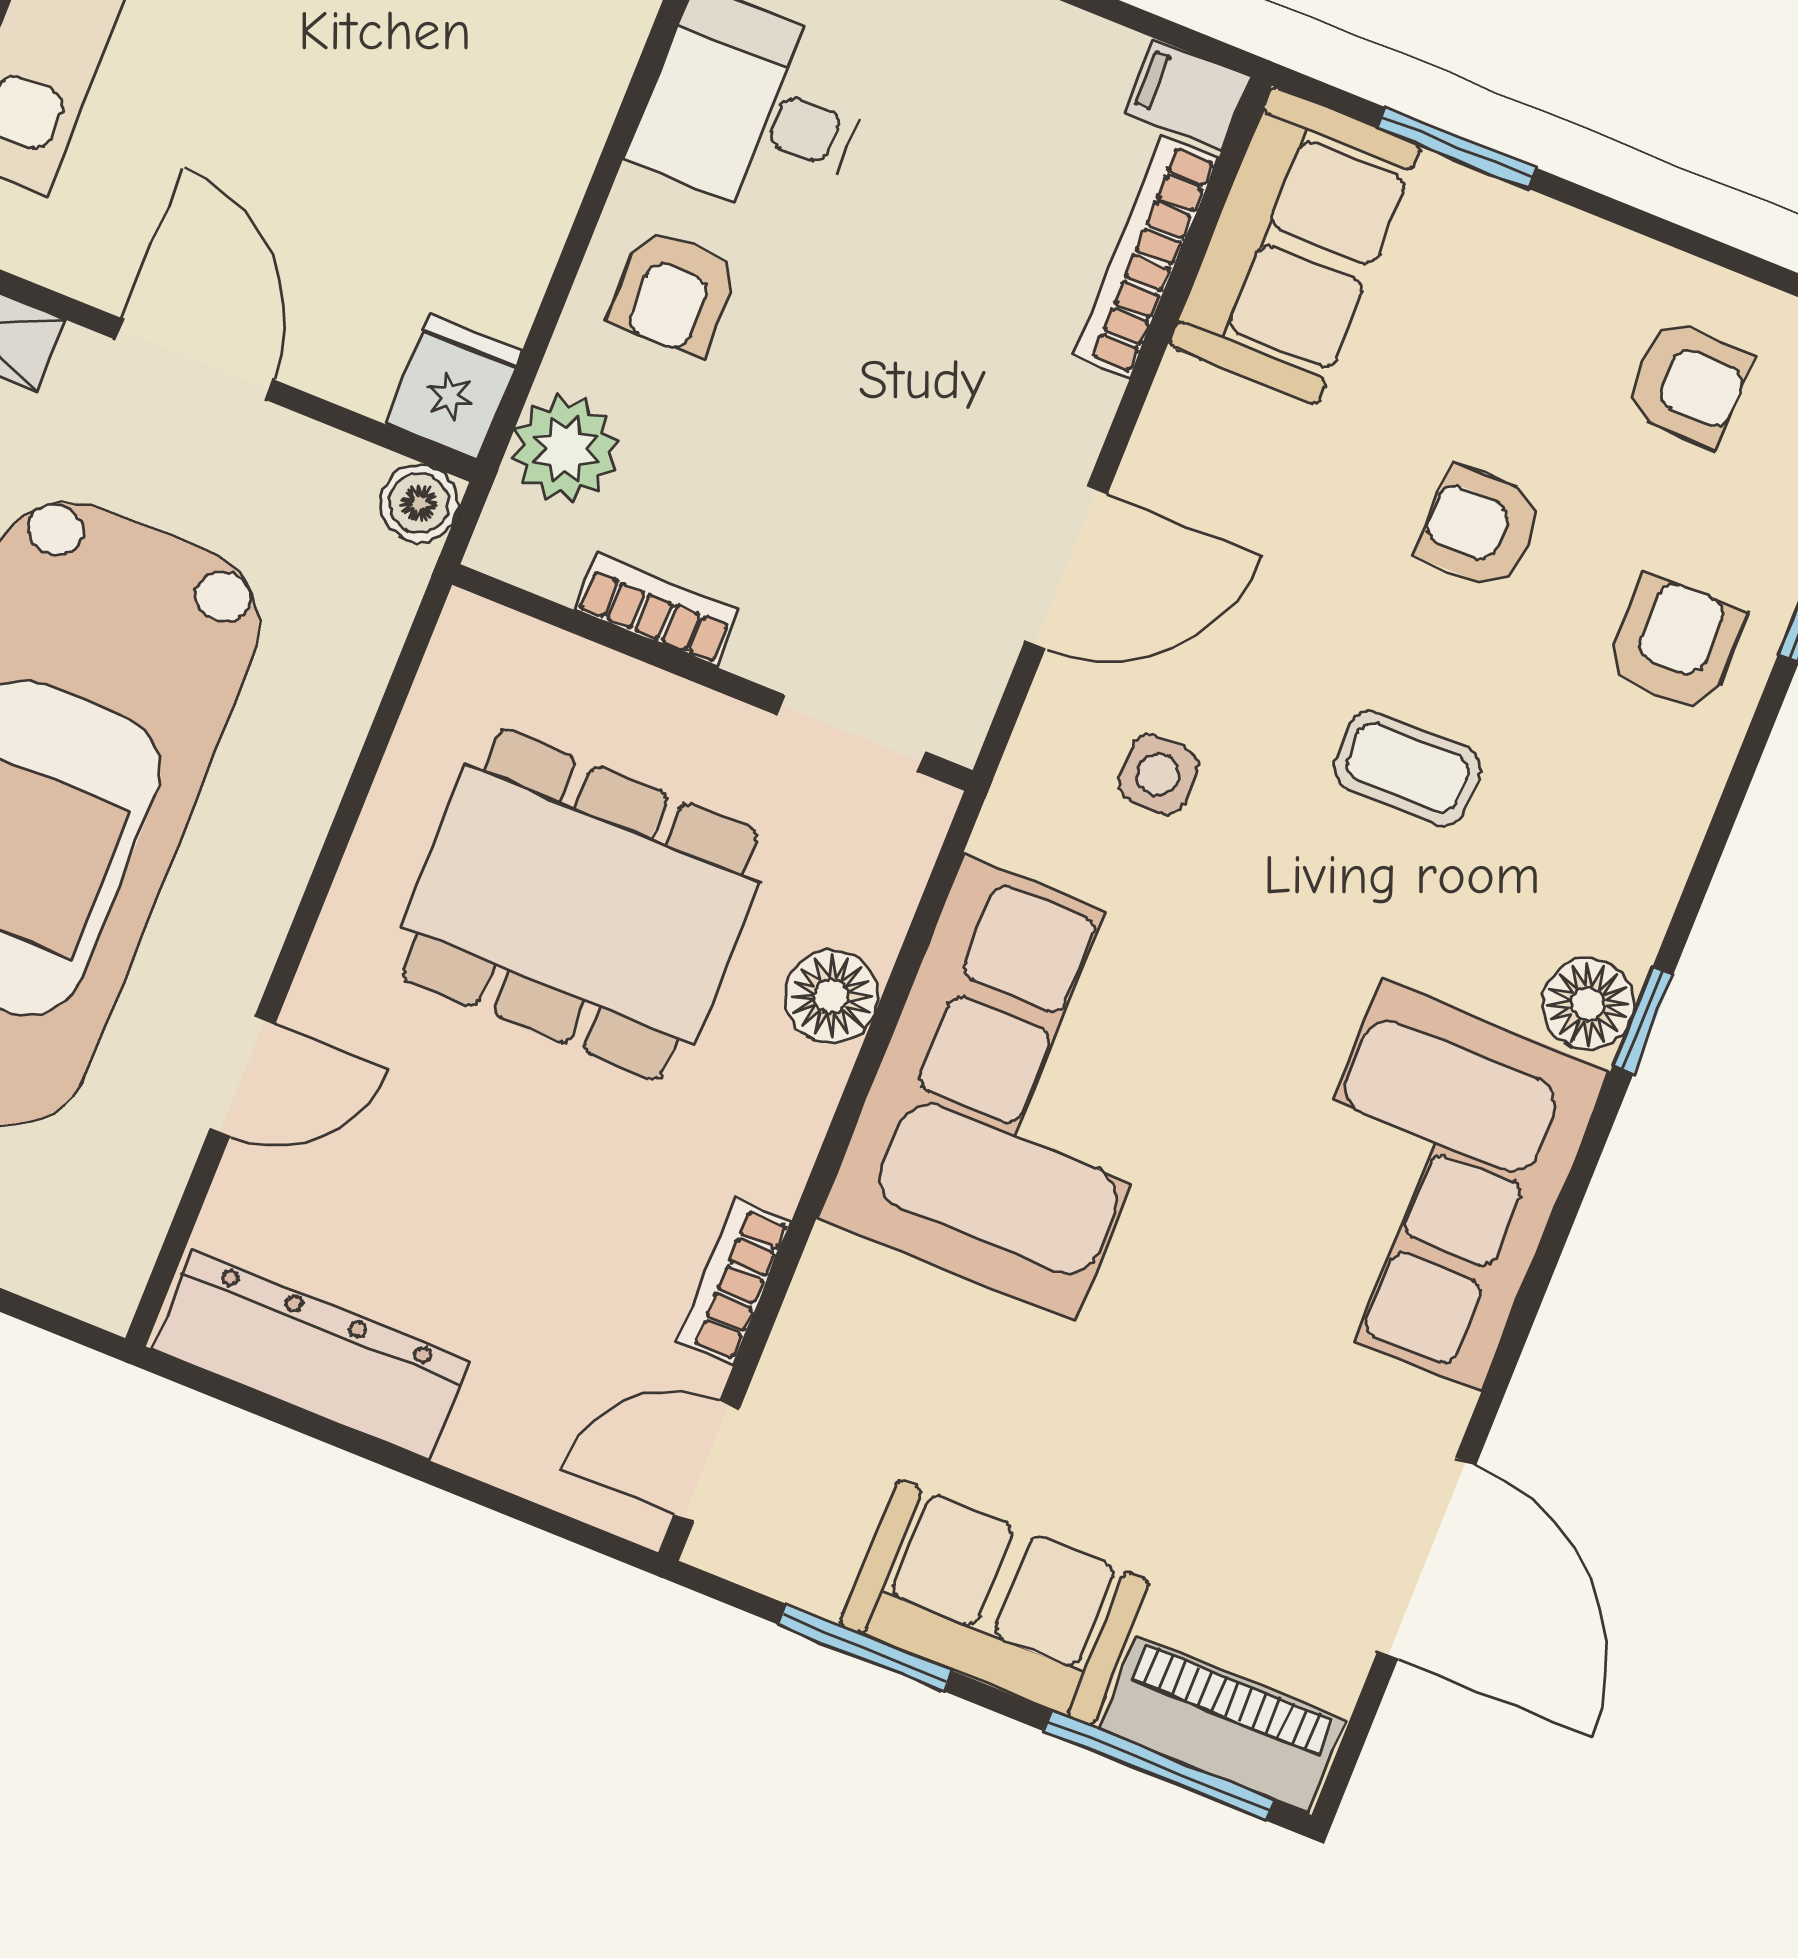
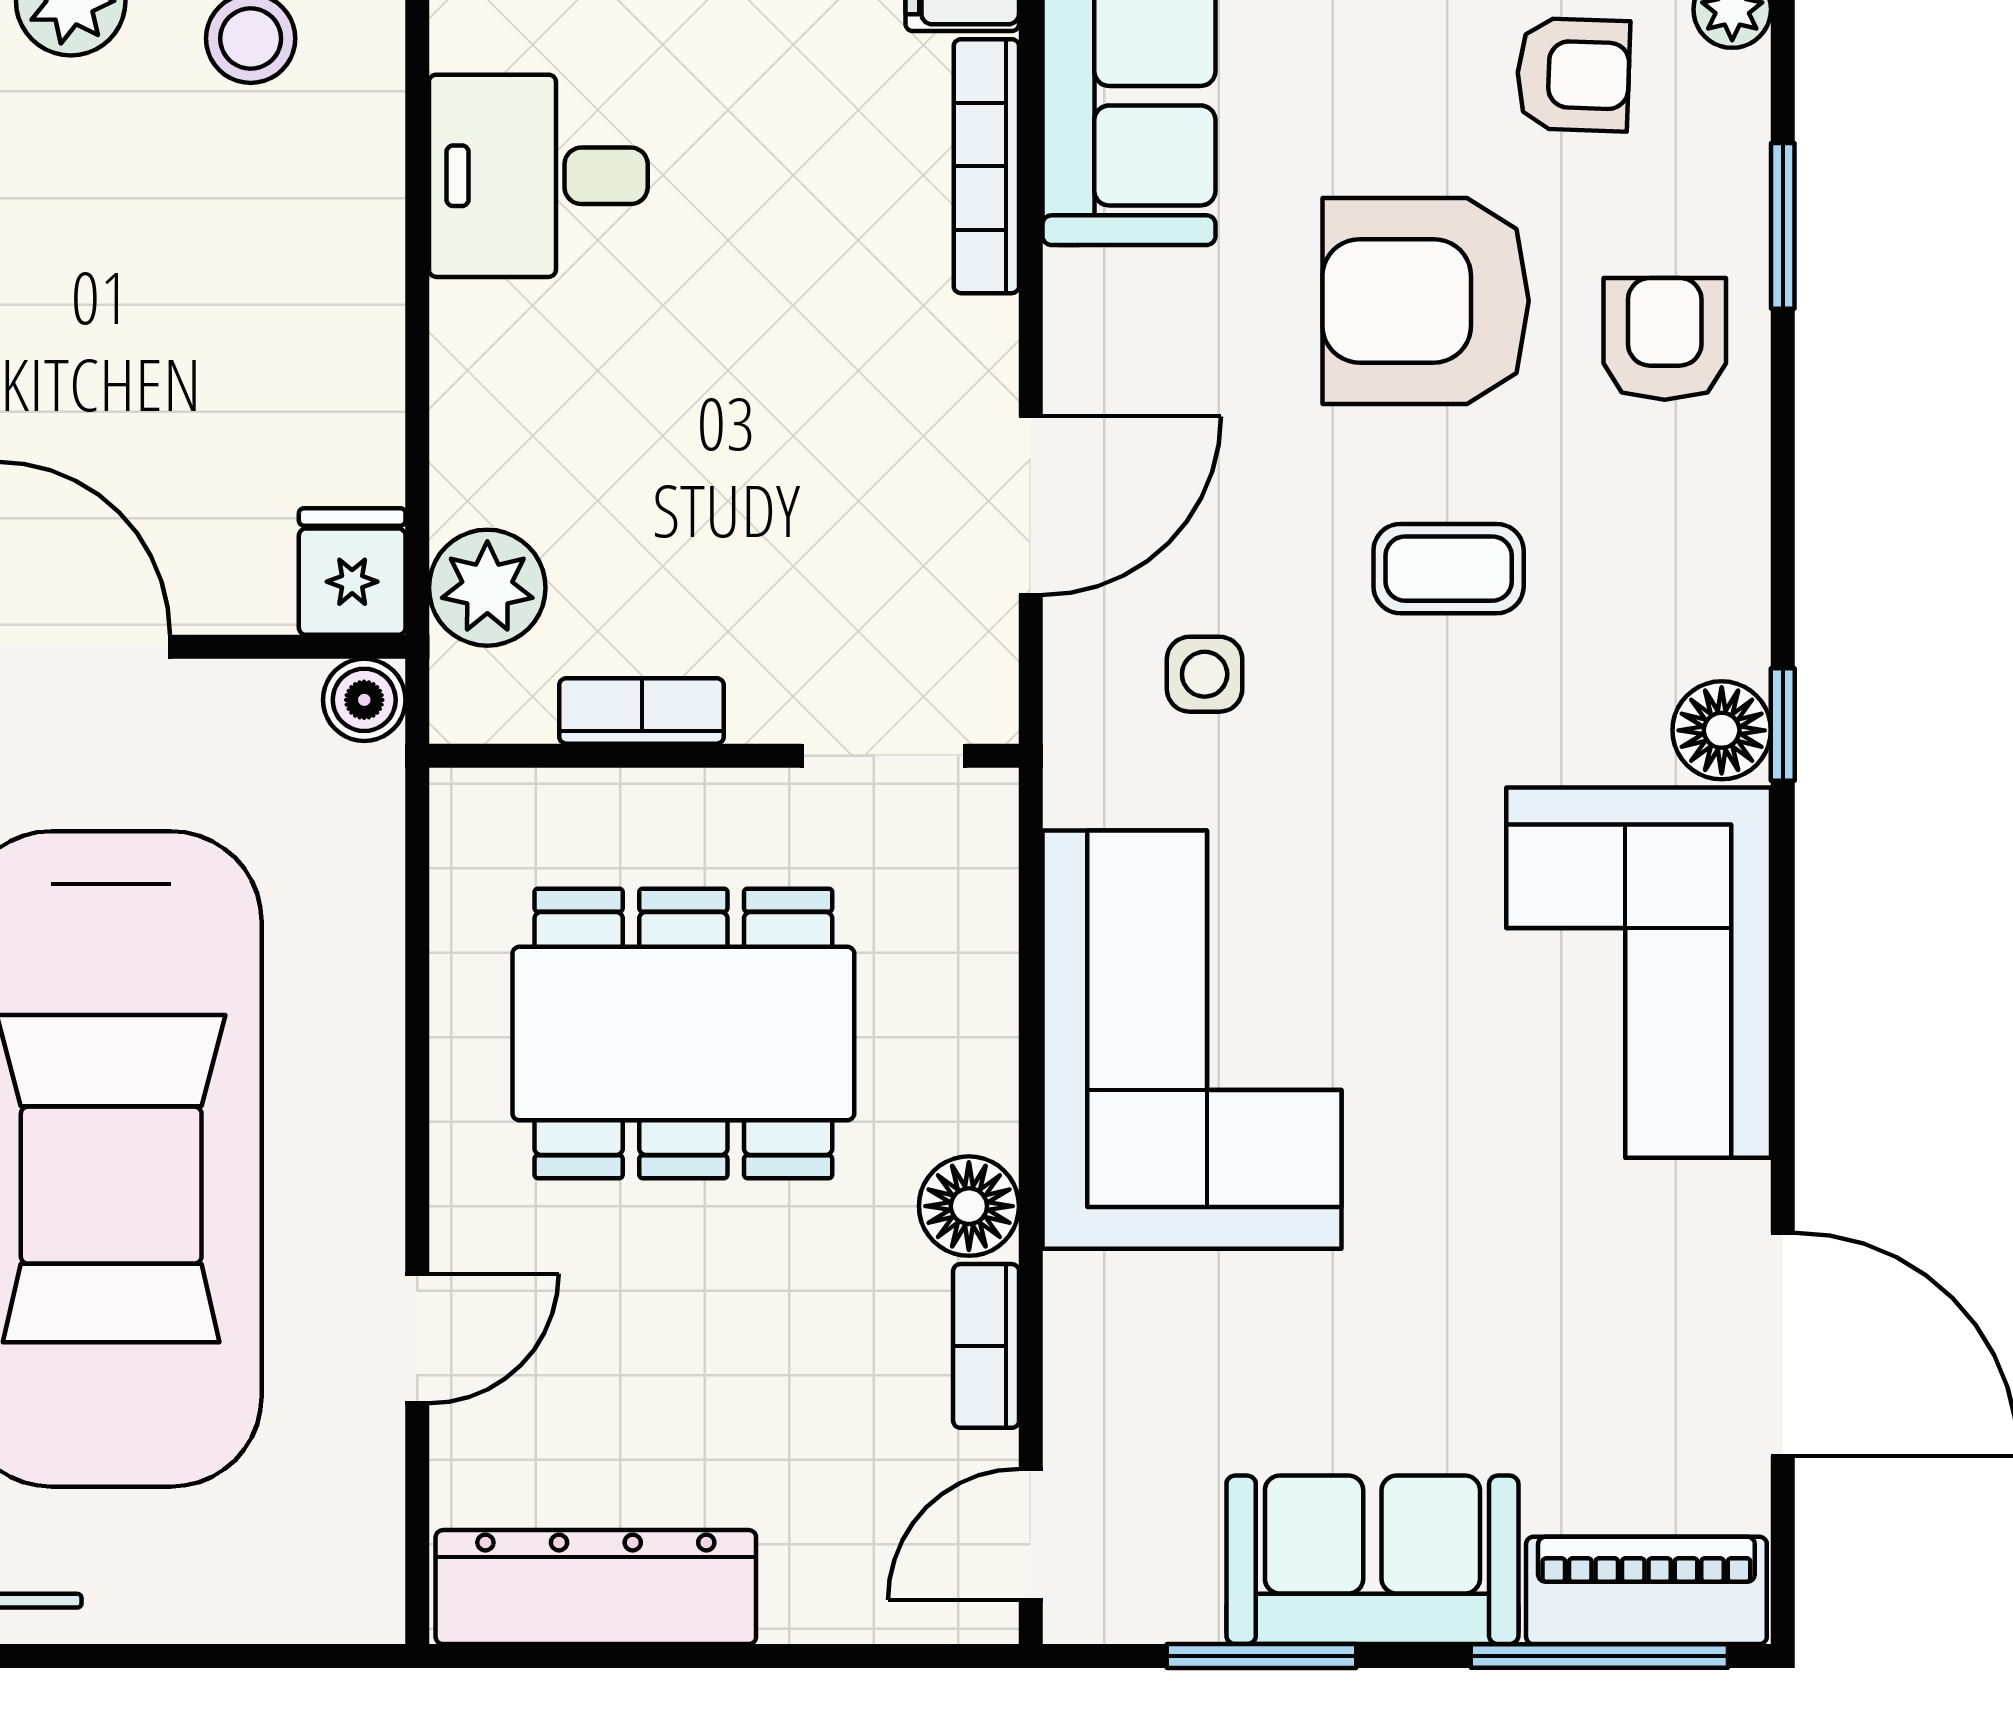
armchair: (674, 292) -> (532, 389), removed
armchair: (1481, 527) -> (1426, 301), width x1.88, depth x1.88
floor lamp: (831, 996) -> (969, 1206), moved

